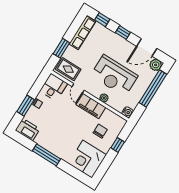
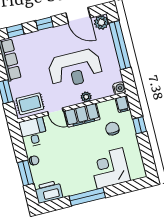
door: (147, 47) -> (78, 15), hinge flipped
filing cabinet: (120, 123) -> (122, 104), added
corner desk: (87, 159) -> (110, 168), moved, turned 90

